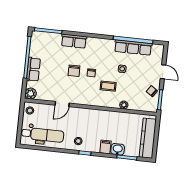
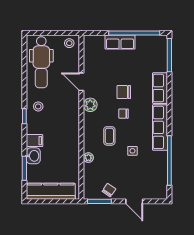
row of seats: (133, 47) -> (160, 127), moved
door: (163, 72) -> (134, 201), hinge flipped
plant: (31, 94) -> (90, 105), moved

